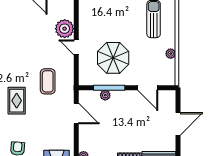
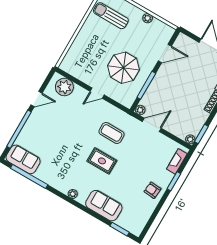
plant: (65, 29) -> (64, 87), moved
plant: (105, 95) -> (140, 110), moved
rug: (17, 101) -> (102, 161), moved

